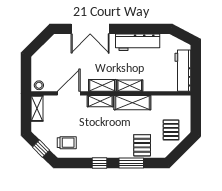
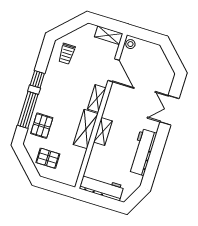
double door: (90, 29) -> (170, 110), width x0.73
shelving: (102, 85) -> (111, 105), removed
pallet: (142, 145) -> (42, 126), turned 90
window: (41, 149) -> (69, 27), removed
window: (131, 163) -> (28, 110), width x1.44

